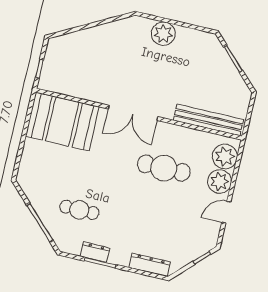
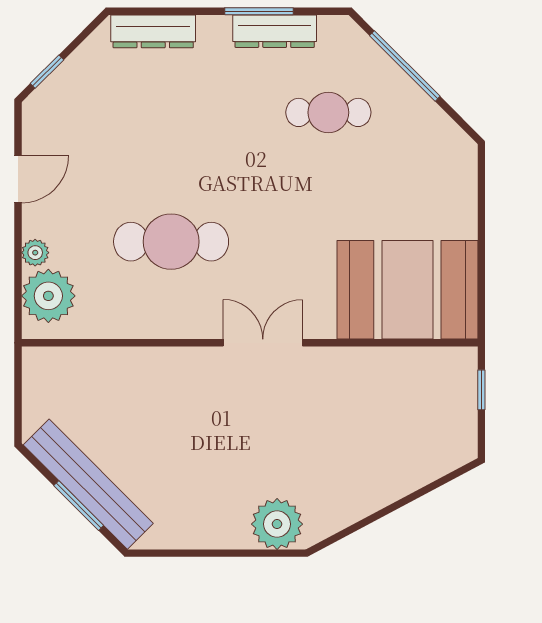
plant: (163, 34) -> (277, 524), moved
double door: (133, 113) -> (263, 343), width x0.73
bench: (208, 120) -> (88, 484), moved, turned 45
plant: (220, 181) -> (35, 253), width x0.53, depth x0.53
dresser: (95, 252) -> (275, 31), width x1.44

